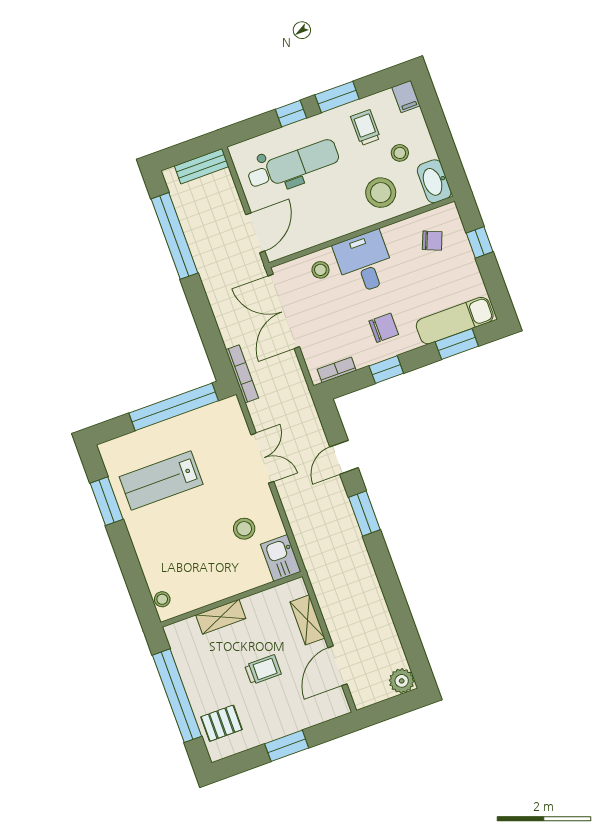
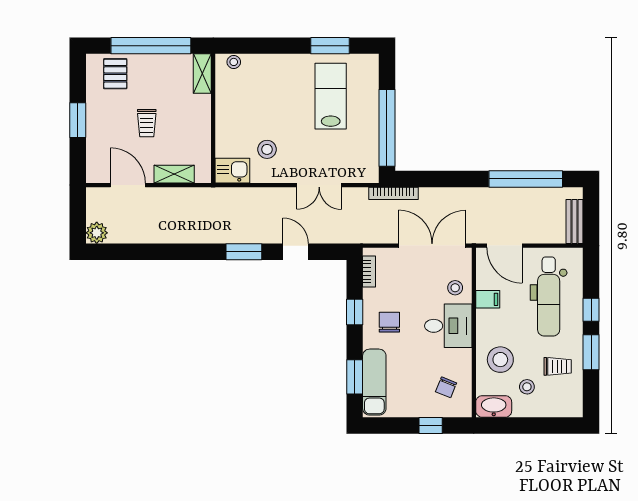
filing cabinet: (406, 96) -> (488, 299), moved, turned 180
chair: (384, 328) -> (389, 322), turned 180
shelving: (221, 617) -> (202, 74), moved

